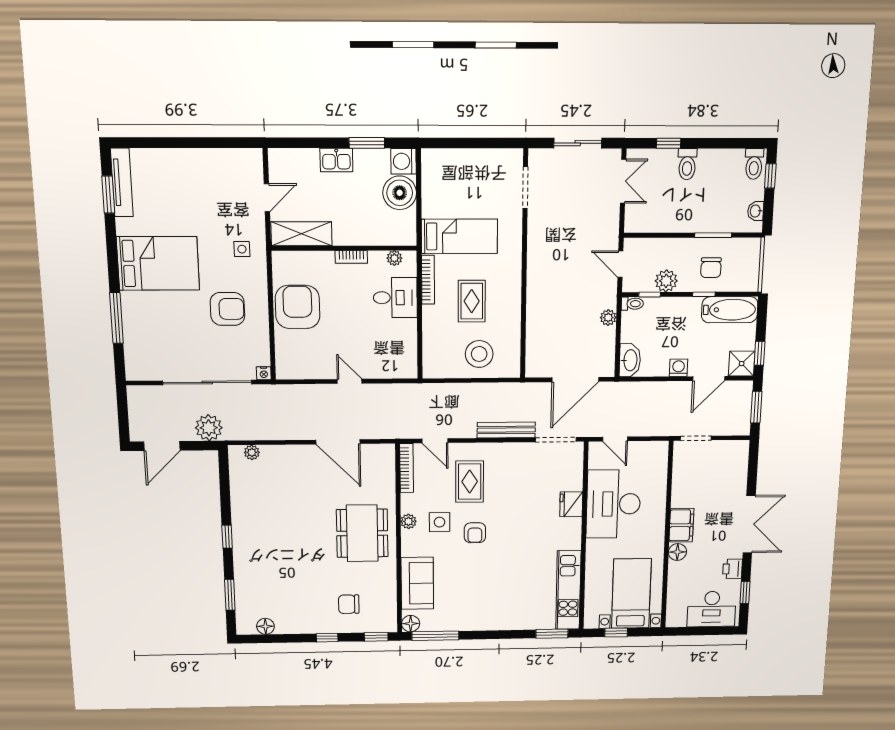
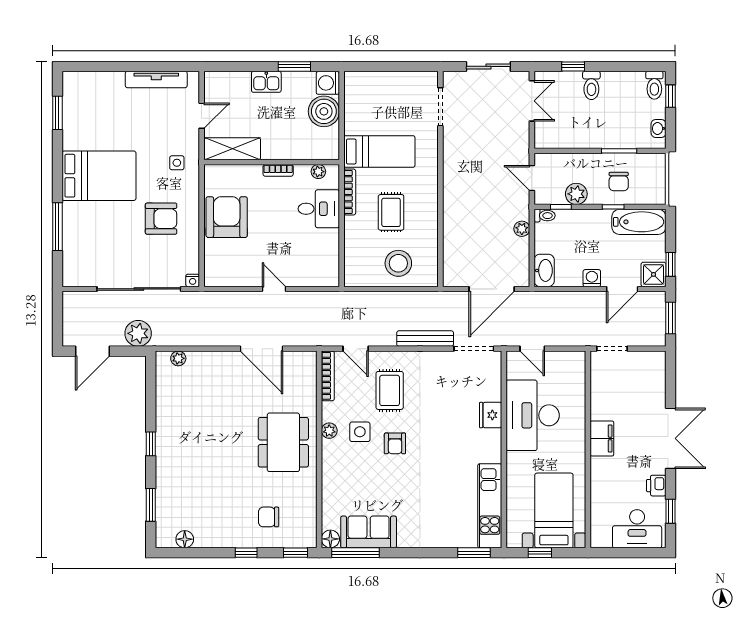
tv unit: (122, 182) -> (156, 79), moved, turned 90
floor lamp: (677, 552) -> (599, 467), removed
sofa: (417, 583) -> (369, 532), moved, turned -90

